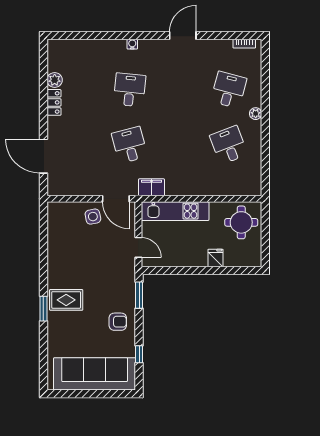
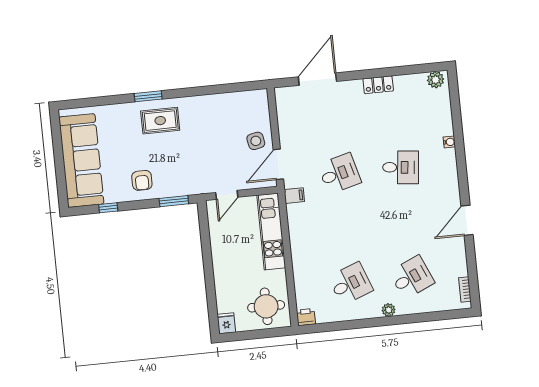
door: (183, 36) -> (467, 220), swing flipped
water cooler: (132, 44) -> (449, 142), moved
plant: (55, 80) -> (436, 80), moved
desk: (229, 90) -> (412, 277), turned -39
filing cabinet: (151, 187) -> (294, 196), width x0.50
printer: (254, 188) -> (306, 317), added
fridge: (215, 258) -> (226, 323), moved, turned -90
rug: (66, 300) -> (160, 121), turned 90

